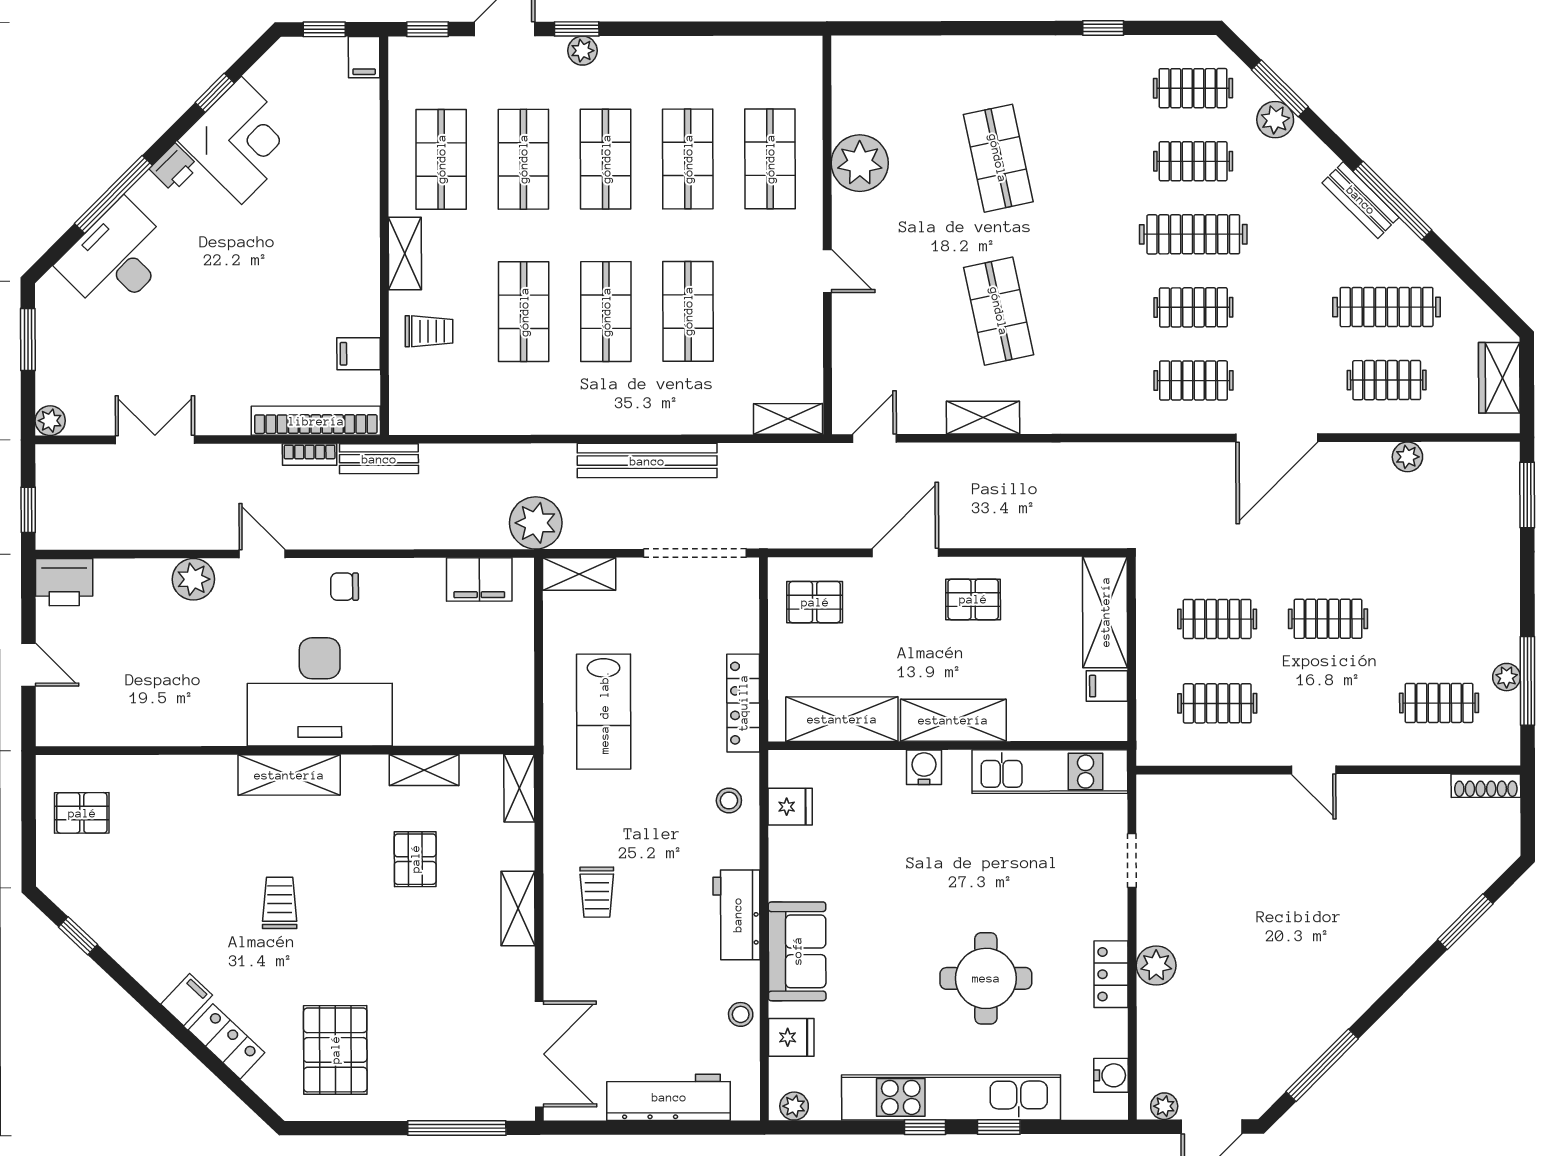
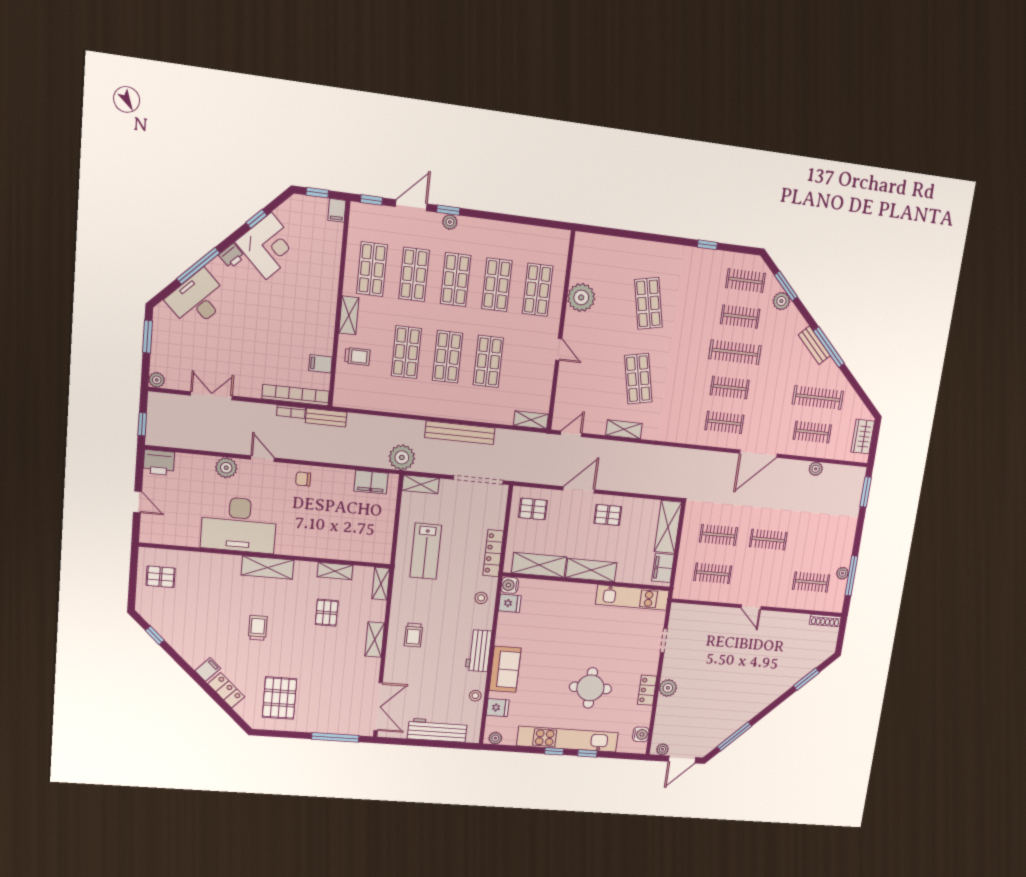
filing cabinet: (1107, 686) -> (663, 568), width x2.00
desk: (320, 692) -> (239, 525), moved
water cooler: (924, 767) -> (510, 585), moved, turned -90

